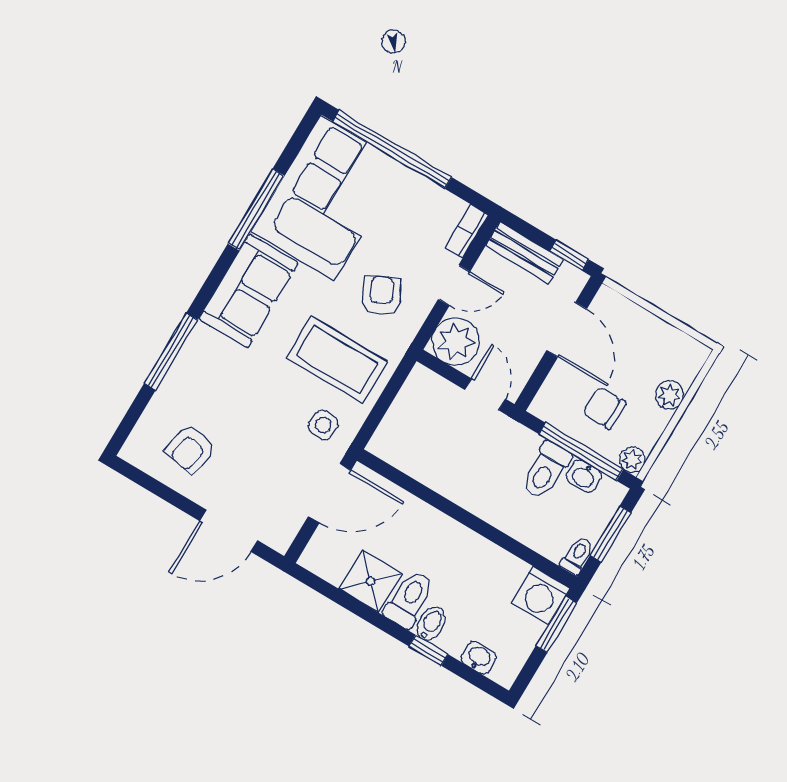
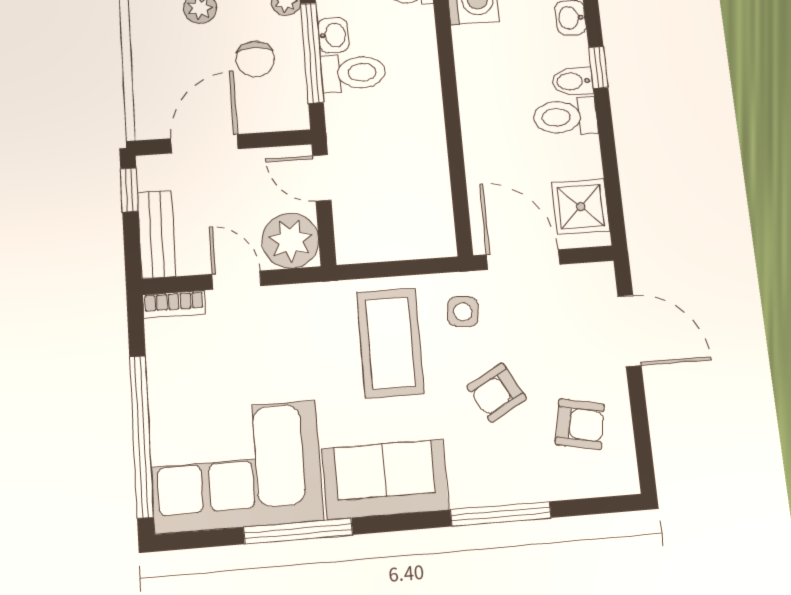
armchair: (382, 295) -> (497, 392), moved
door: (485, 394) -> (322, 178), hinge flipped
shower: (371, 581) -> (581, 207), moved

